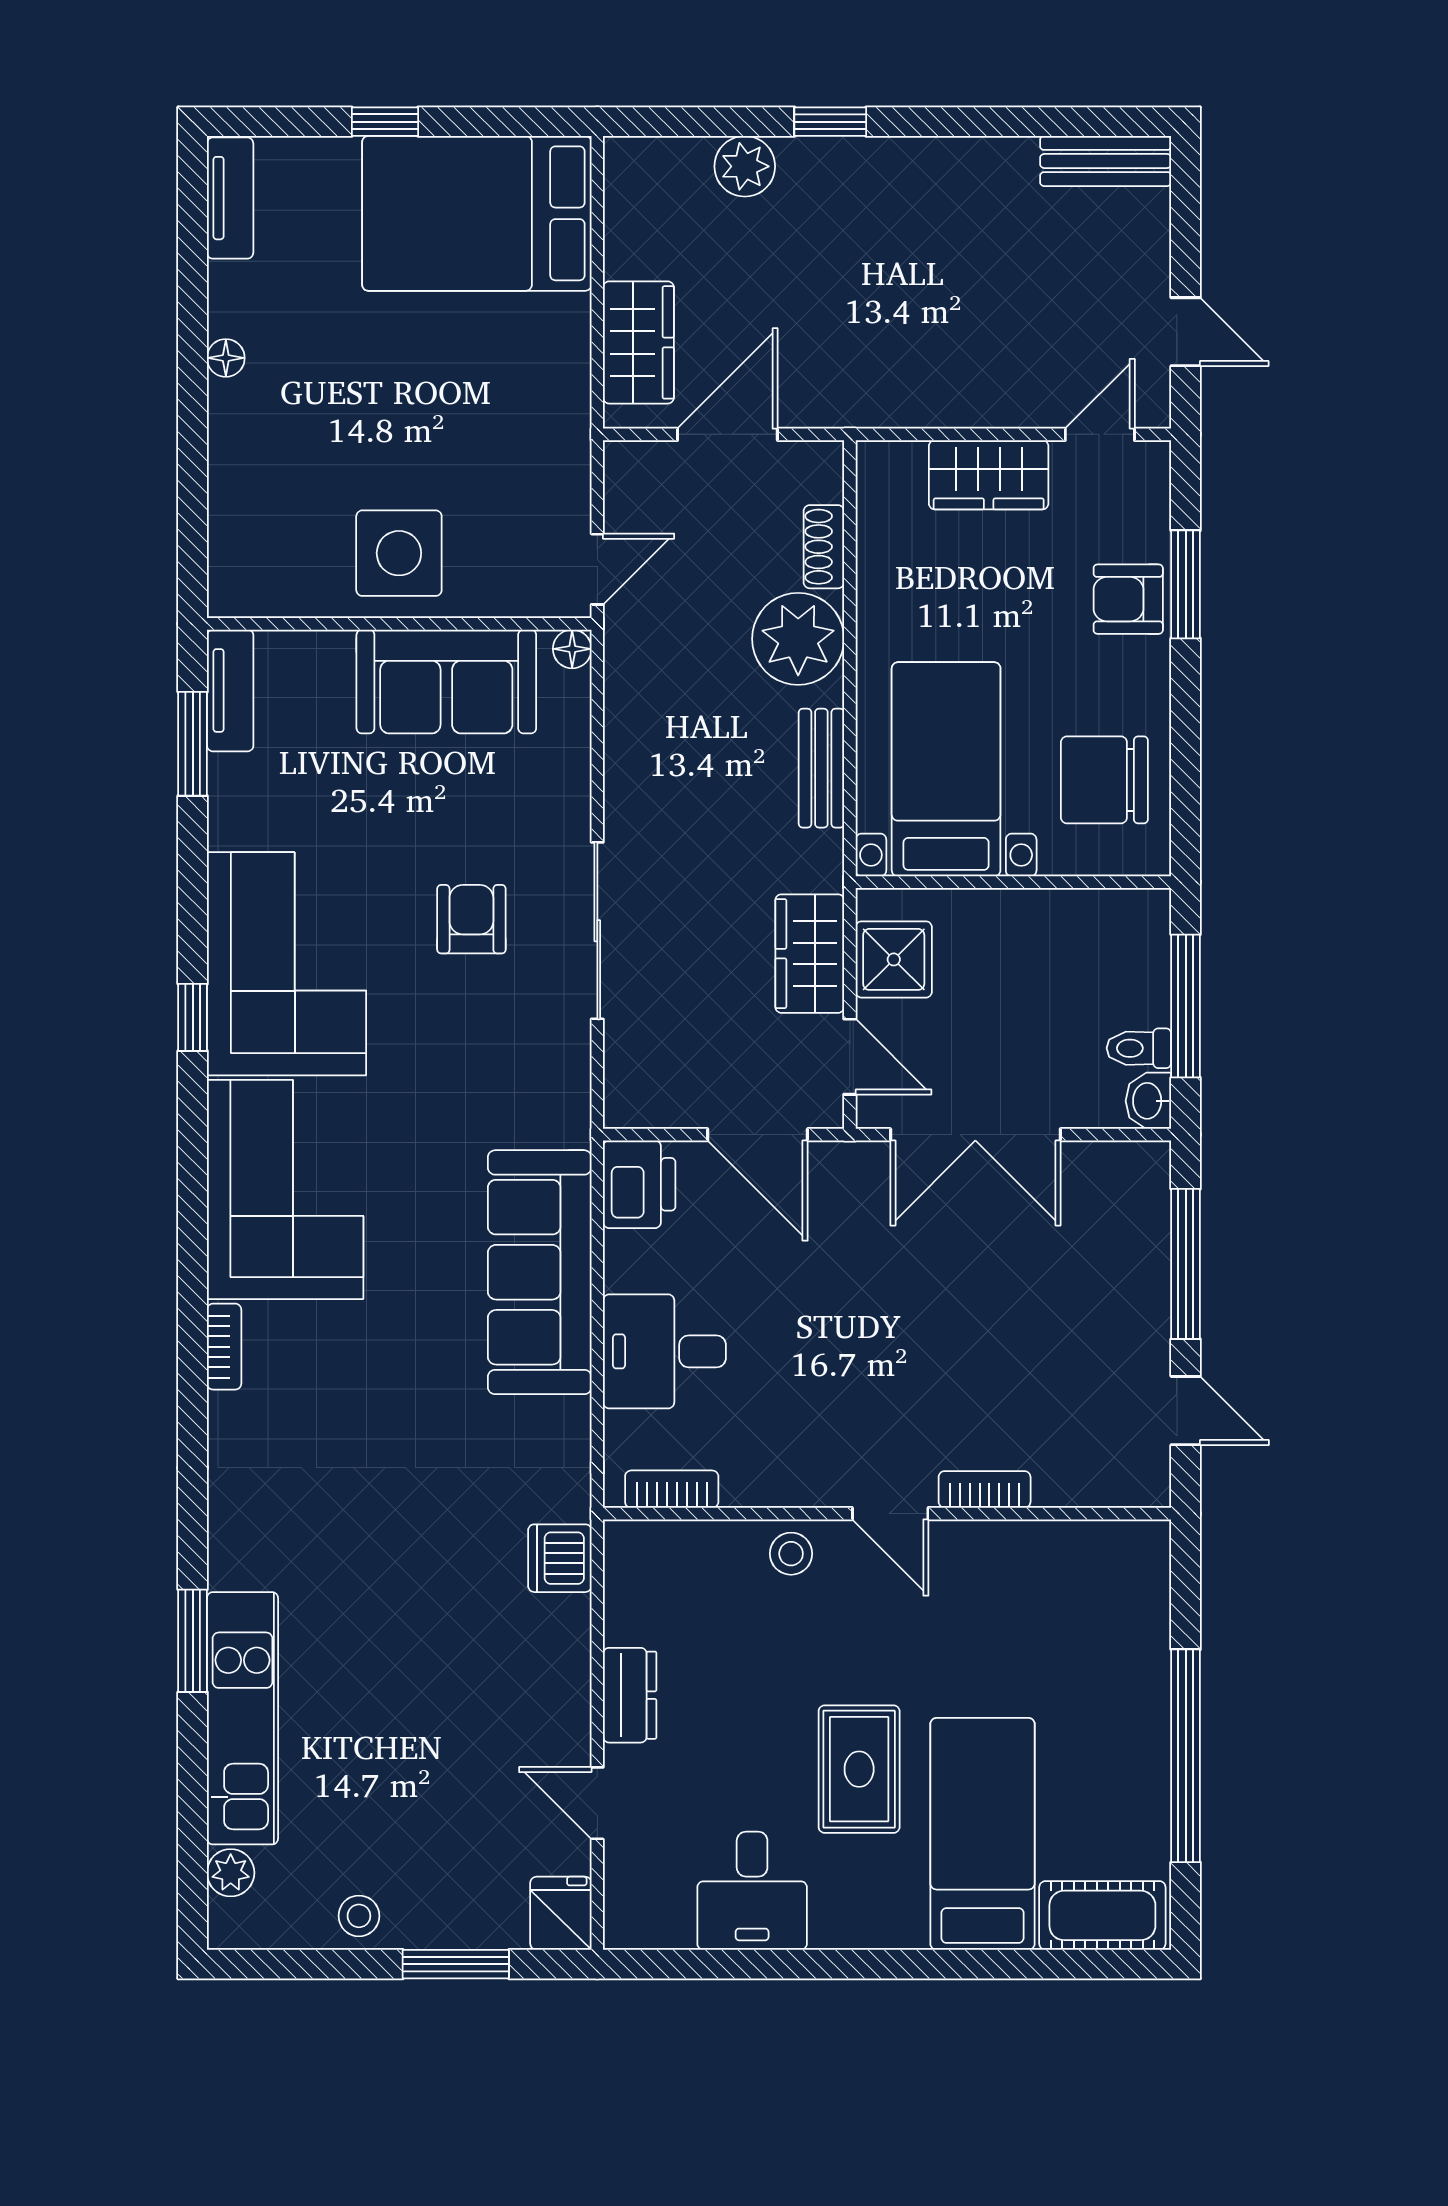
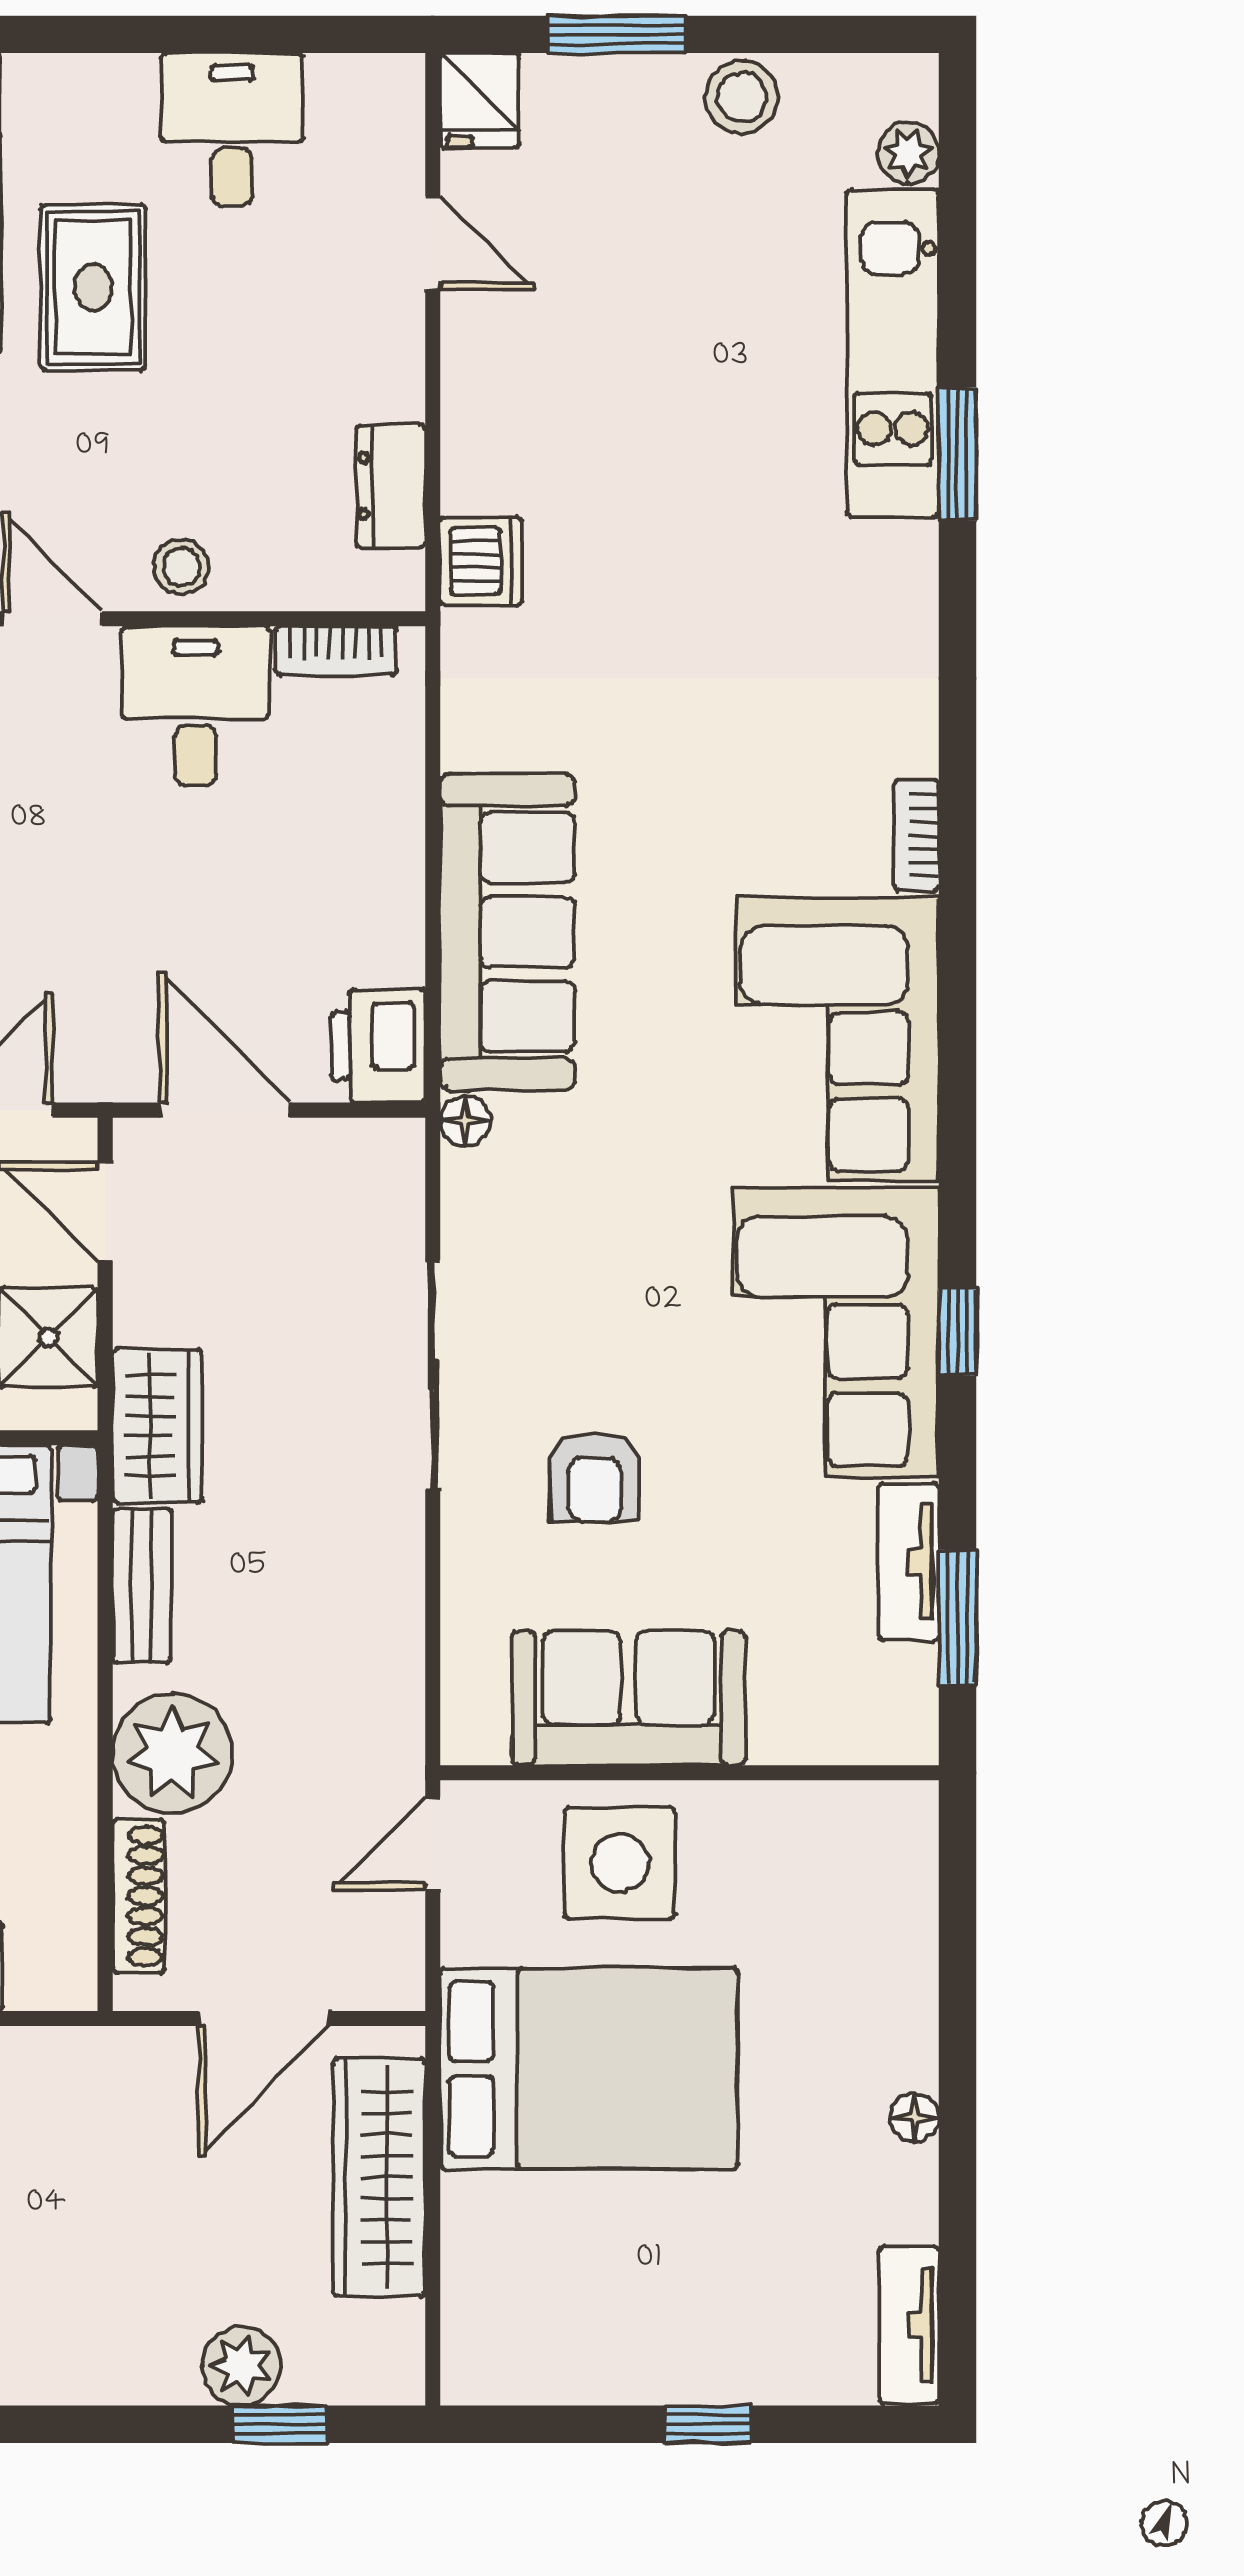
window: (830, 122) -> (280, 2424), moved
bed: (477, 213) -> (589, 2069), moved
wardrobe: (638, 342) -> (379, 2177), width x1.50
shoe rack: (824, 547) -> (139, 1896), width x1.43
side table: (399, 553) -> (620, 1863), moved
floor lamp: (572, 649) -> (465, 1121), moved
tv unit: (230, 690) -> (909, 1561), moved
armchair: (471, 919) -> (595, 1477), moved
wardrobe: (810, 954) -> (157, 1426), moved
window: (193, 1017) -> (958, 1332), moved
desk: (664, 1351) -> (196, 706), moved, turned -90
dresser: (630, 1695) -> (391, 486), moved
stool: (359, 1916) -> (742, 97), width x1.37, depth x1.37

